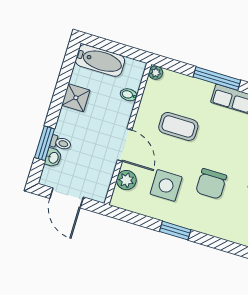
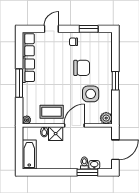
shower: (76, 98) -> (56, 134), moved
coffee table: (178, 126) -> (52, 112), moved, turned 90
plant: (126, 180) -> (106, 118), moved

